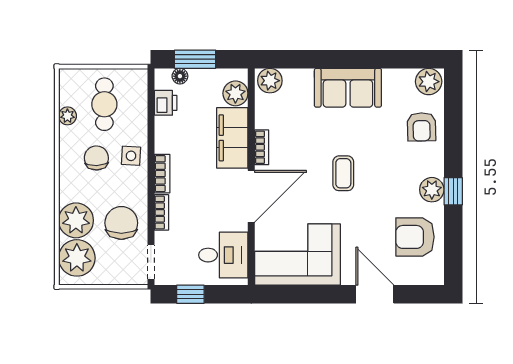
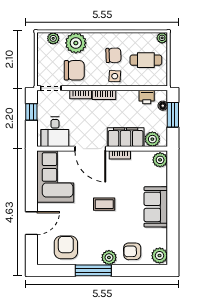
plant: (67, 116) -> (162, 38), moved
plant: (432, 190) -> (109, 257), moved
window: (453, 191) -> (93, 270), width x2.17
plant: (77, 258) -> (53, 38), width x0.53, depth x0.53

